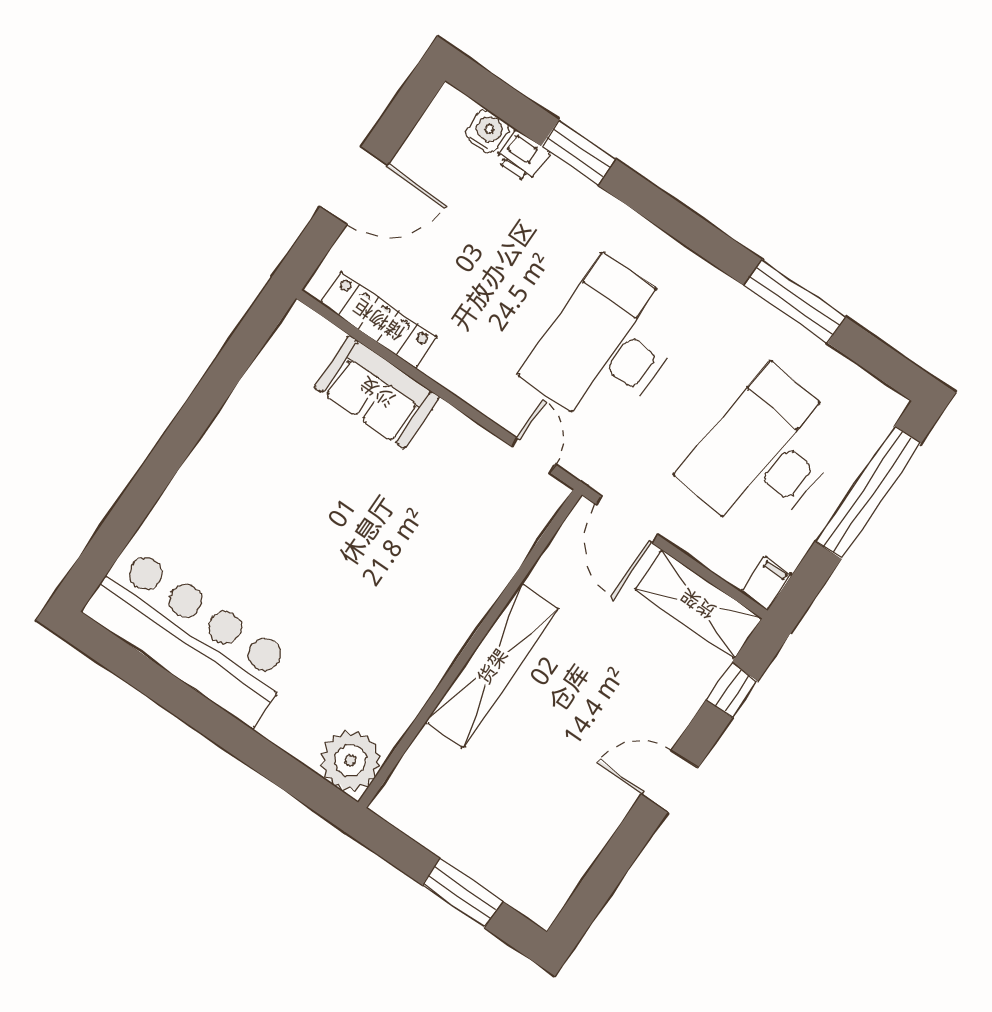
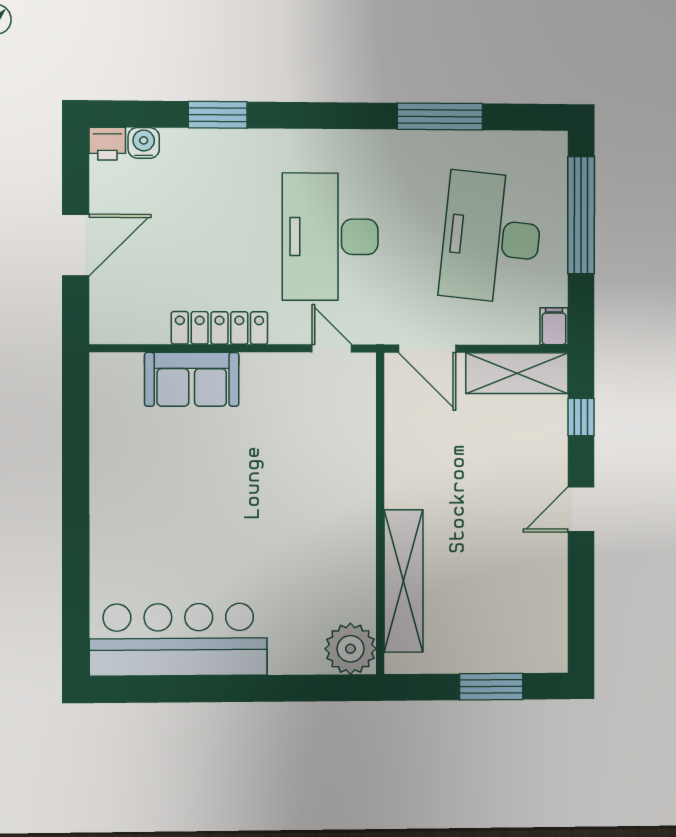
printer: (522, 156) -> (107, 144), moved
locker: (379, 320) -> (219, 328), moved
shelving: (492, 666) -> (403, 581), moved

